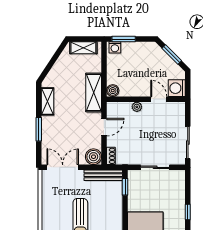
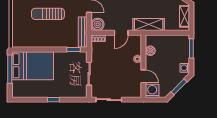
washing machine: (115, 47) -> (185, 68), moved
boiler: (113, 91) -> (150, 51), moved
door: (159, 99) -> (143, 76), hinge flipped
door: (104, 127) -> (121, 33), hinge flipped

